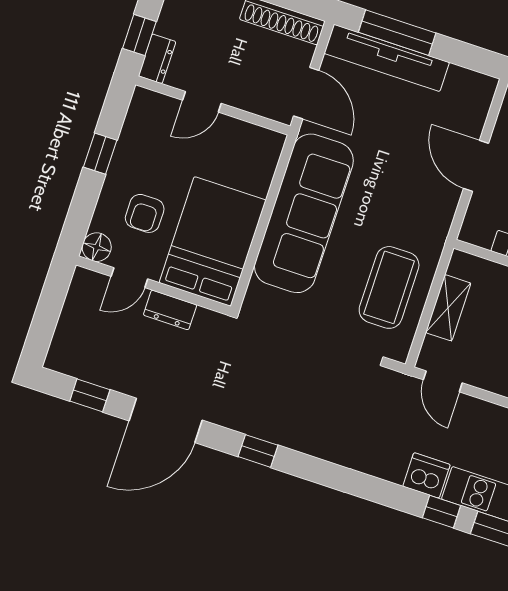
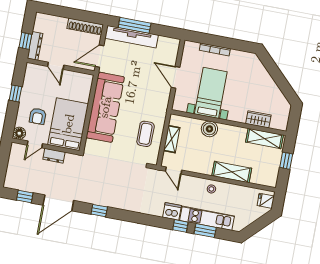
dresser: (157, 59) -> (35, 46), width x1.44
door: (306, 93) -> (99, 56), swing flipped
door: (202, 102) -> (56, 66), hinge flipped
coffee table: (389, 287) -> (146, 134), width x0.73, depth x0.76

